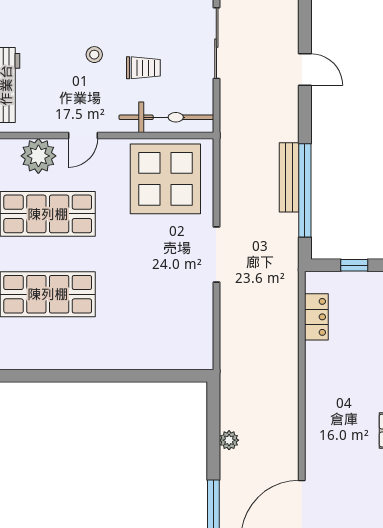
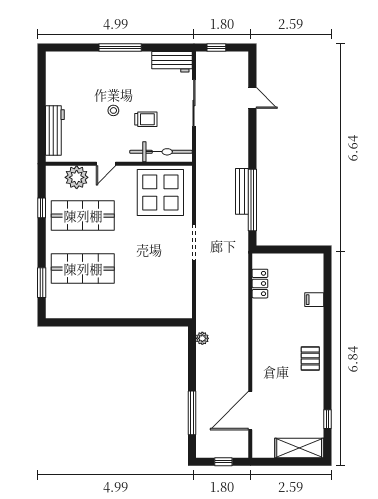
door: (305, 69) -> (252, 98), moved
window: (354, 265) -> (285, 249), removed
plant: (229, 440) -> (202, 338), moved

